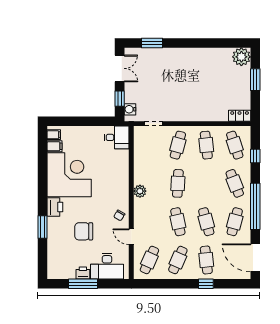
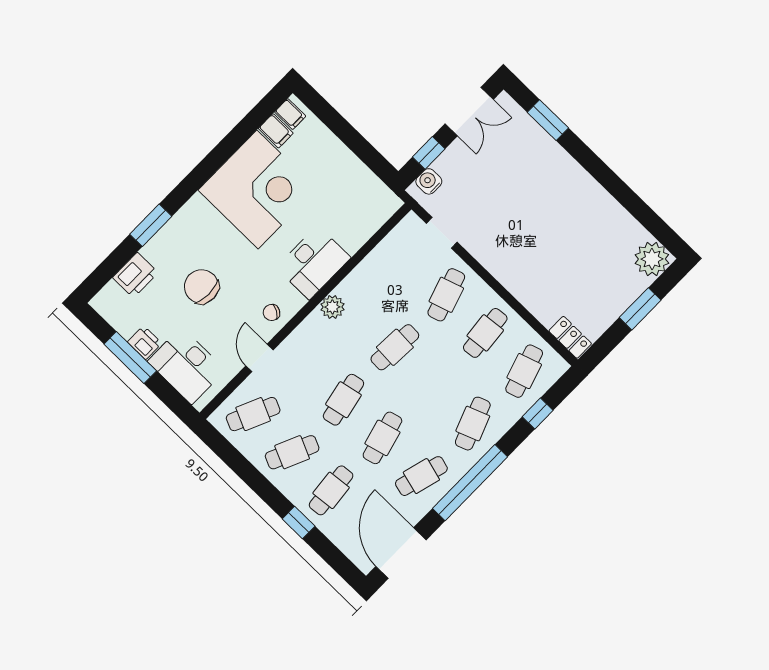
desk: (117, 137) -> (313, 263), moved, width x1.37
cafe table: (178, 145) -> (446, 295), turned -33
printer: (55, 207) -> (135, 275), moved

